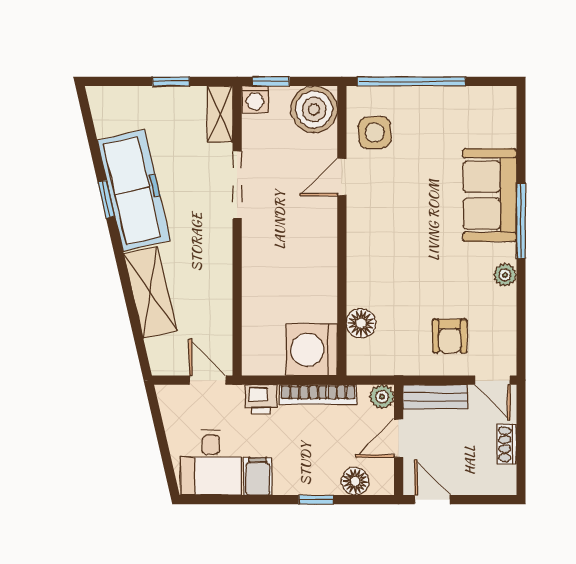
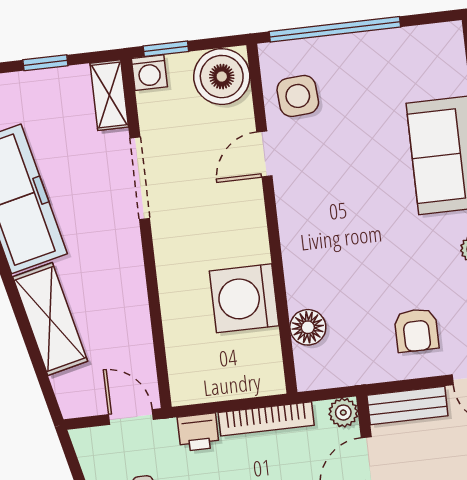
washing machine: (311, 350) -> (244, 298), moved

